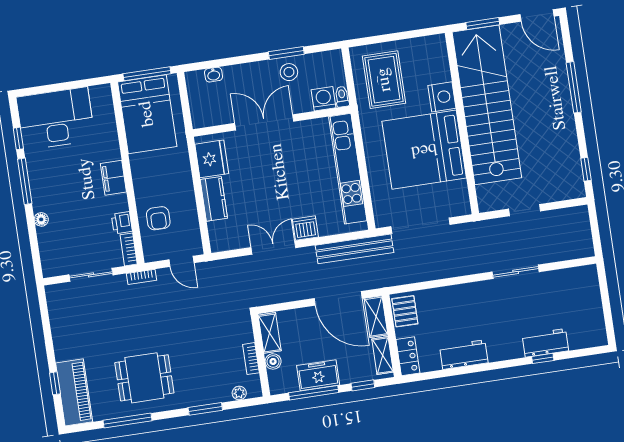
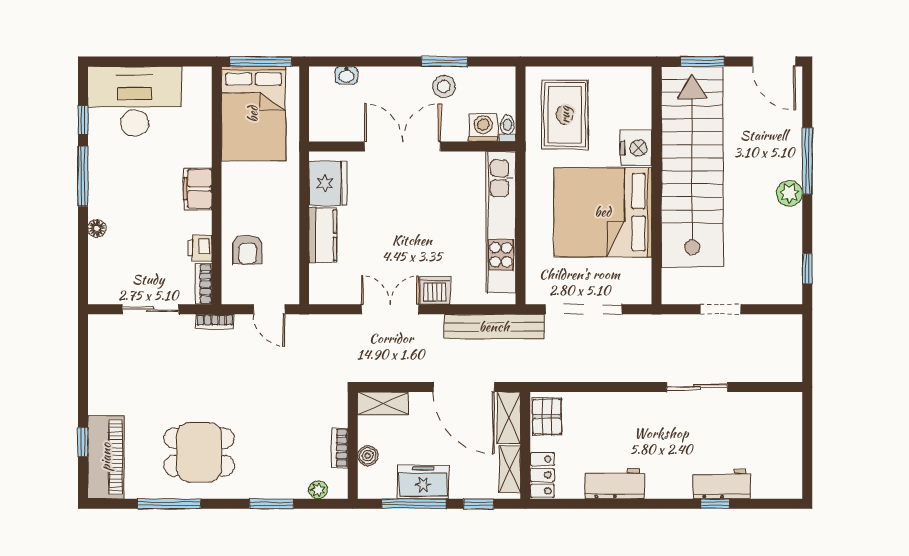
plant: (564, 114) -> (789, 193), added
shelving: (270, 333) -> (383, 403), moved, turned 90

